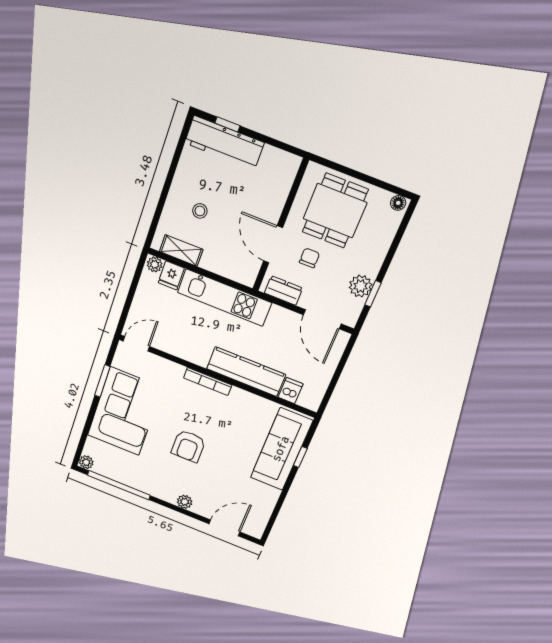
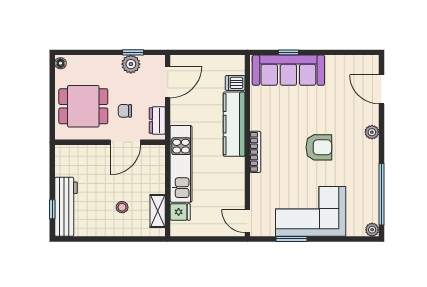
plant: (155, 264) -> (177, 228), removed

